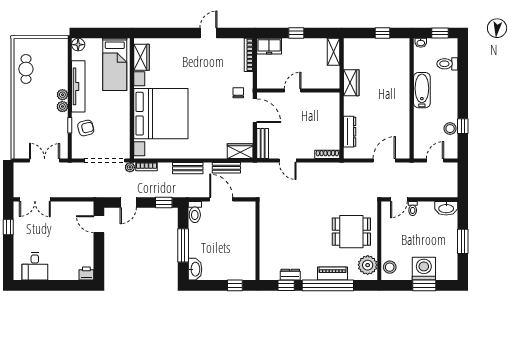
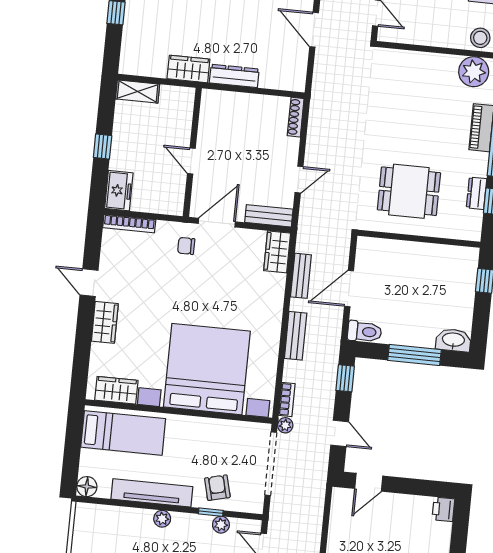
wardrobe: (184, 46) -> (105, 322), added
plant: (62, 107) -> (221, 525), moved
dresser: (350, 132) -> (234, 76), moved
dining table: (351, 232) -> (409, 191), moved, turned 90

